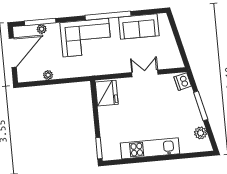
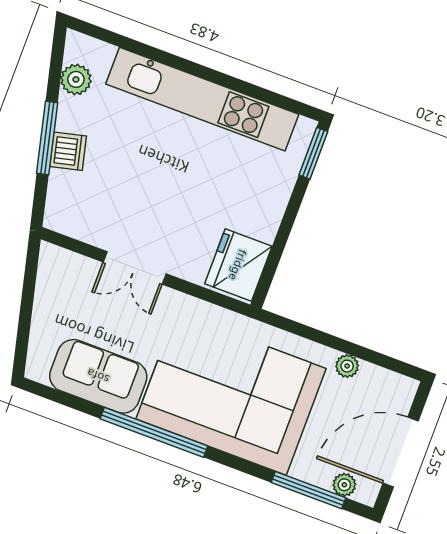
plant: (42, 29) -> (344, 485), moved
corner sofa: (86, 38) -> (231, 394), width x1.36, depth x1.36
dishwasher: (183, 82) -> (68, 151), moved
kitchen unit: (150, 148) -> (202, 99), width x1.36

